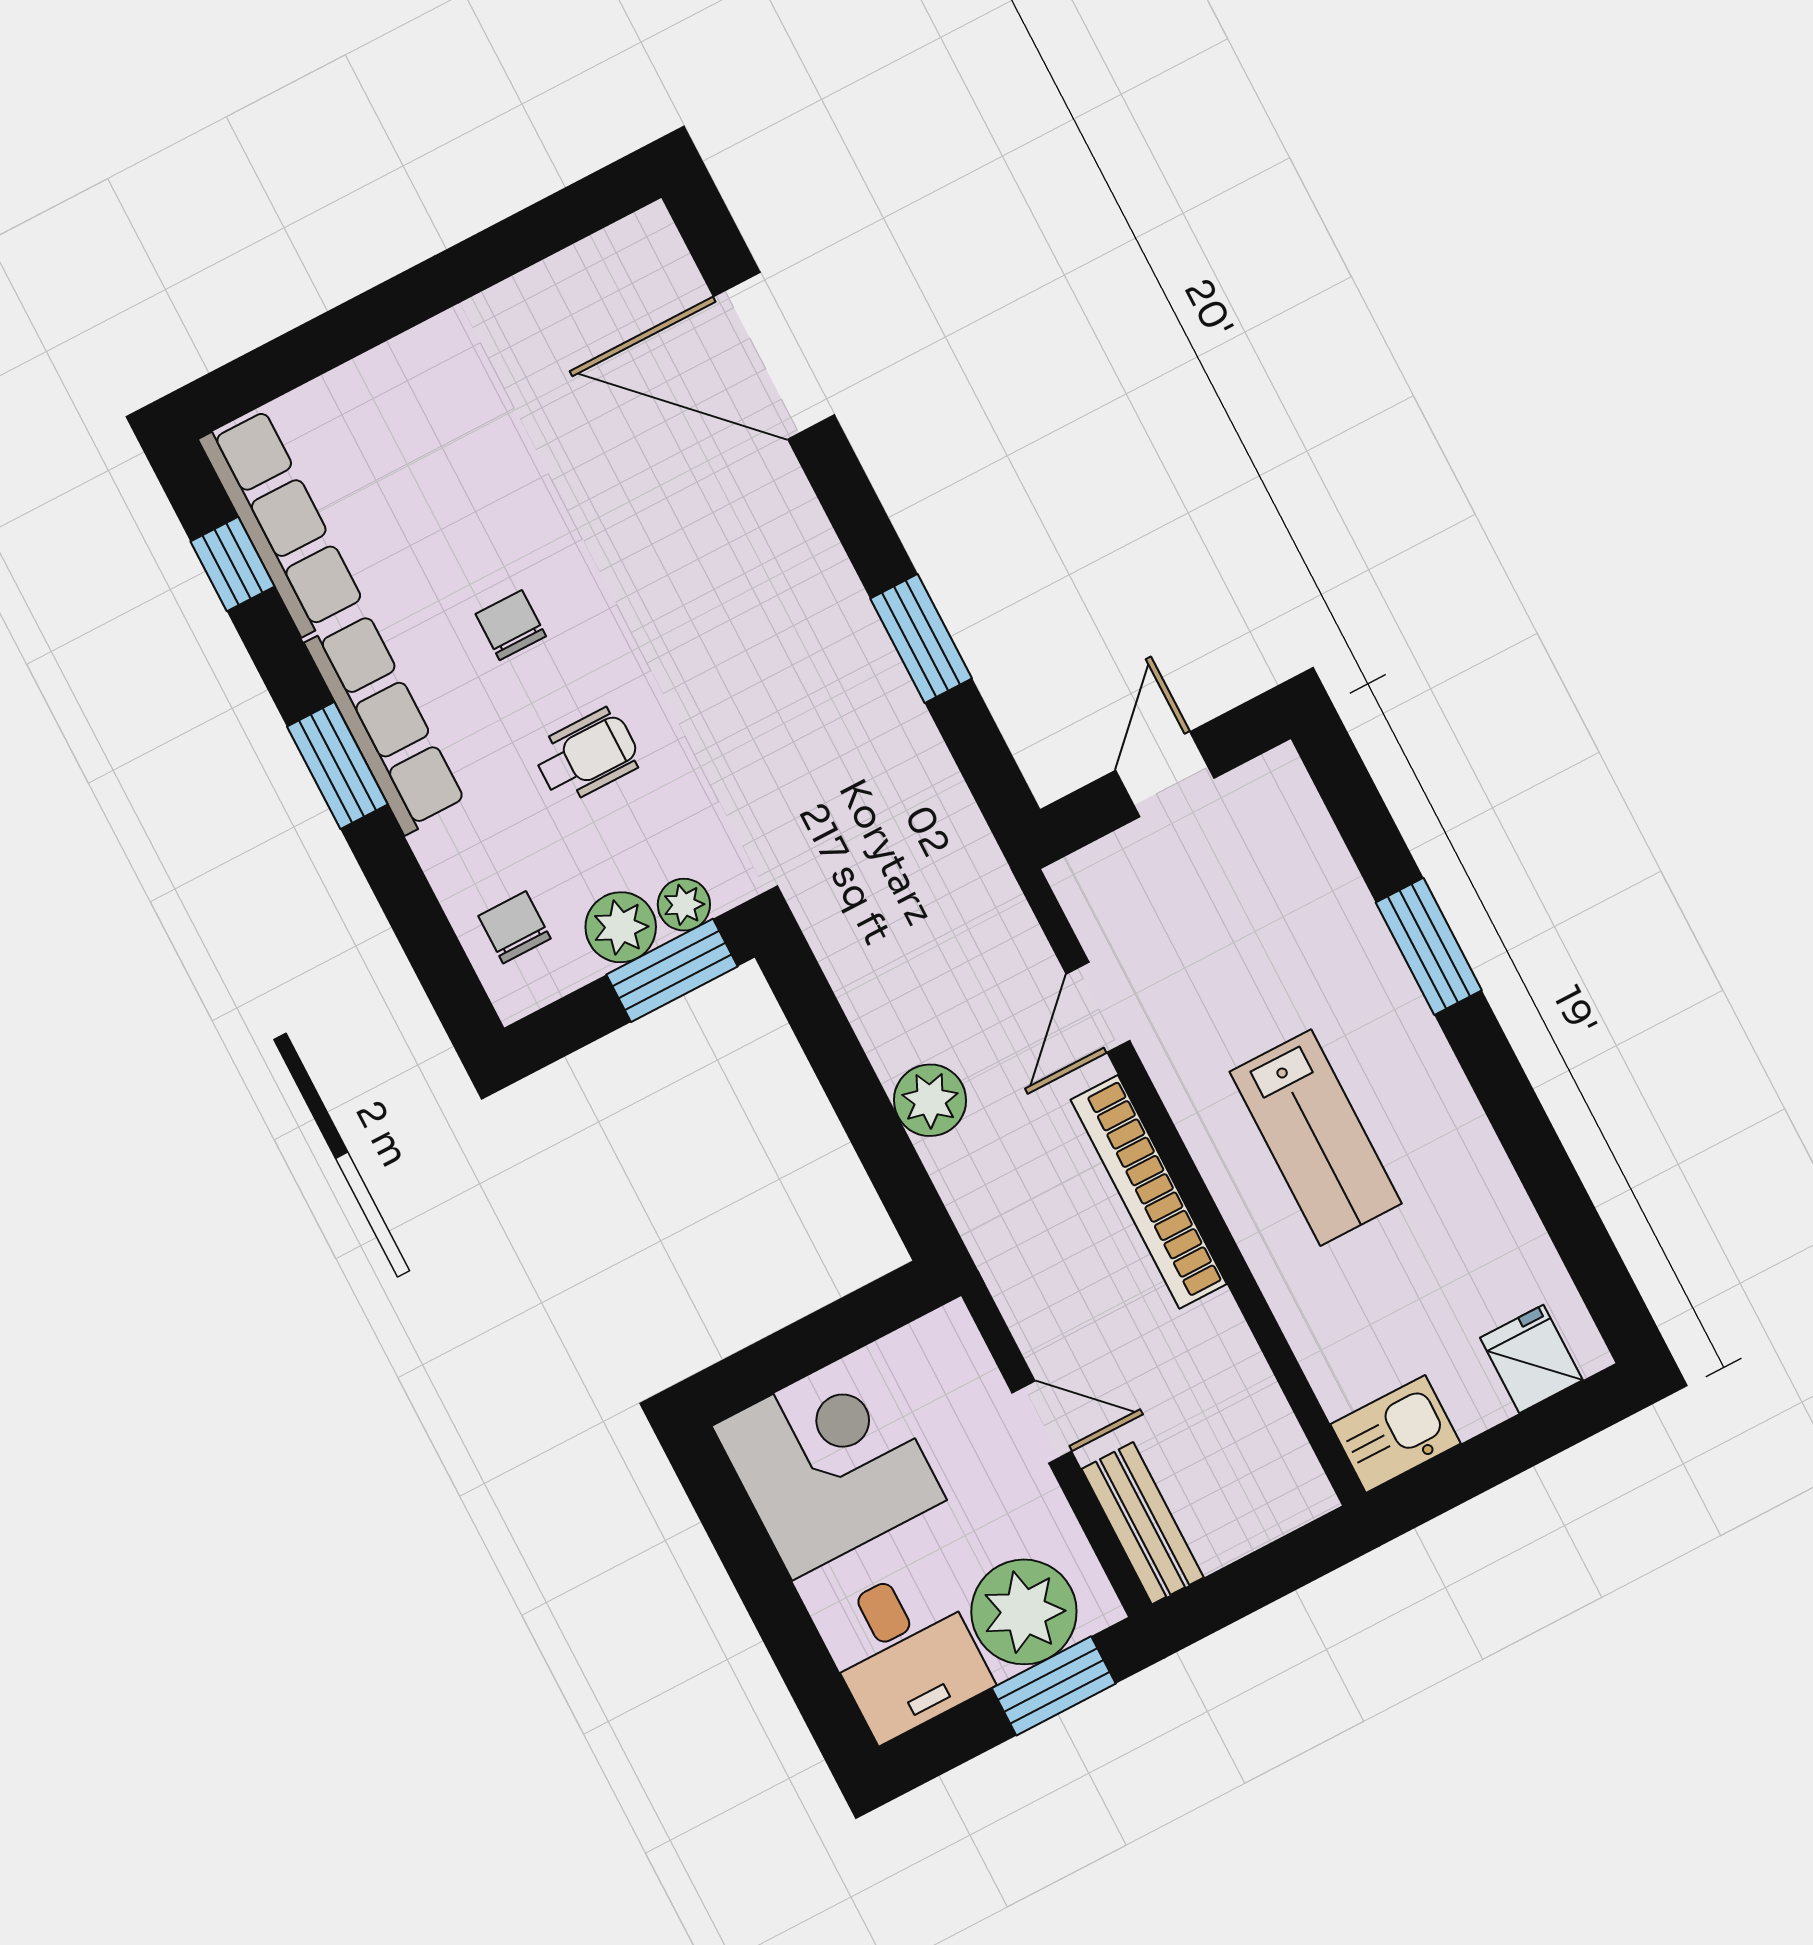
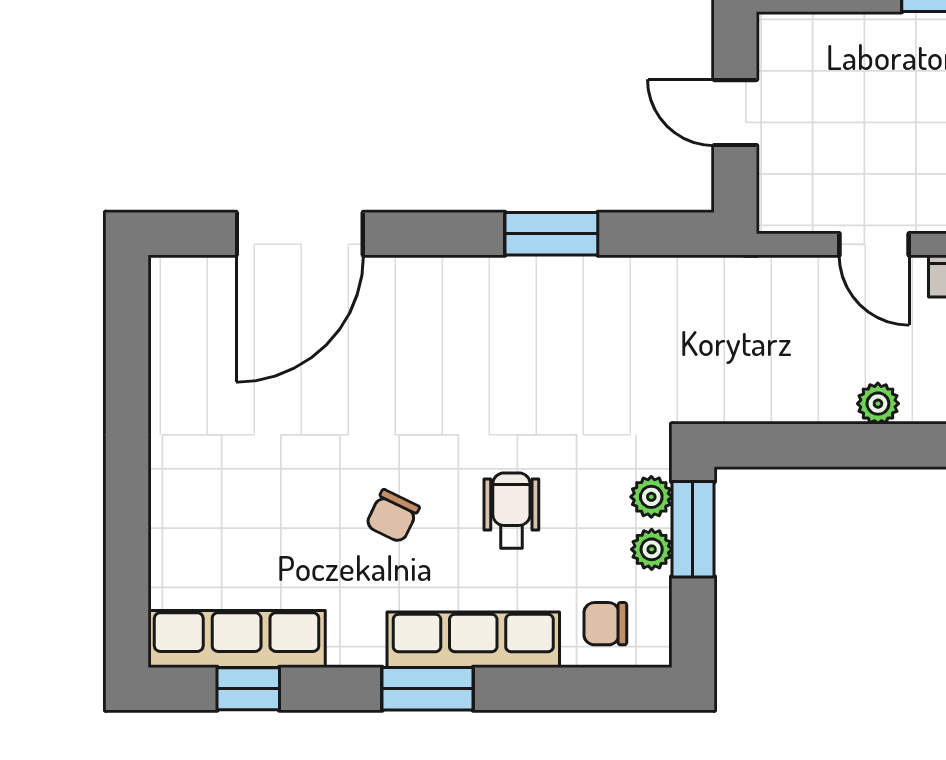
chair: (511, 625) -> (392, 516), turned -64
row of seats: (385, 723) -> (473, 640), moved
plant: (621, 927) -> (652, 549), width x0.73, depth x0.73
plant: (930, 1100) -> (878, 404), width x0.73, depth x0.73

